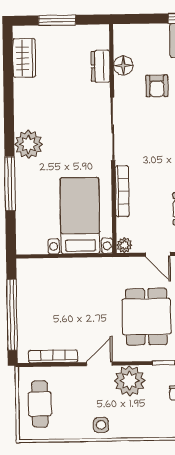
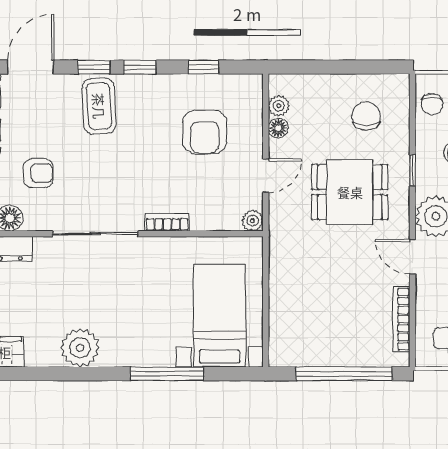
plant: (29, 144) -> (80, 348), moved
bookcase: (122, 191) -> (167, 222), width x0.64
bed with nightstands: (80, 216) -> (220, 316), moved, turned 90

